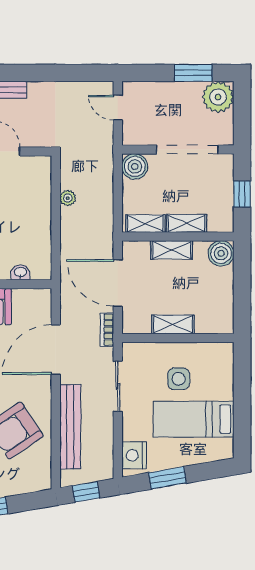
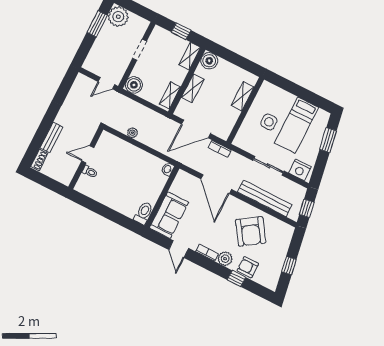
door: (118, 108) -> (106, 83), moved
doorway: (187, 150) -> (140, 50), width x0.53
shelving: (186, 223) -> (190, 56), moved
washbasin: (20, 272) -> (168, 169), moved
shelving: (173, 324) -> (243, 96), moved
sliding door: (118, 386) -> (268, 166), moved
window: (168, 478) -> (328, 140), moved

